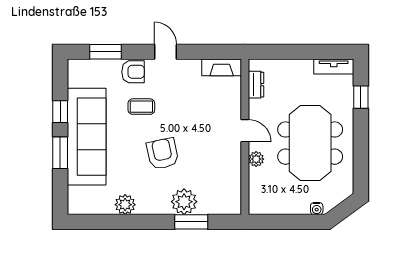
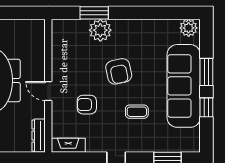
armchair: (133, 72) -> (87, 105), moved
dresser: (256, 85) -> (39, 136), width x1.44
plant: (256, 159) -> (39, 67), removed
plant: (125, 205) -> (189, 28), moved

